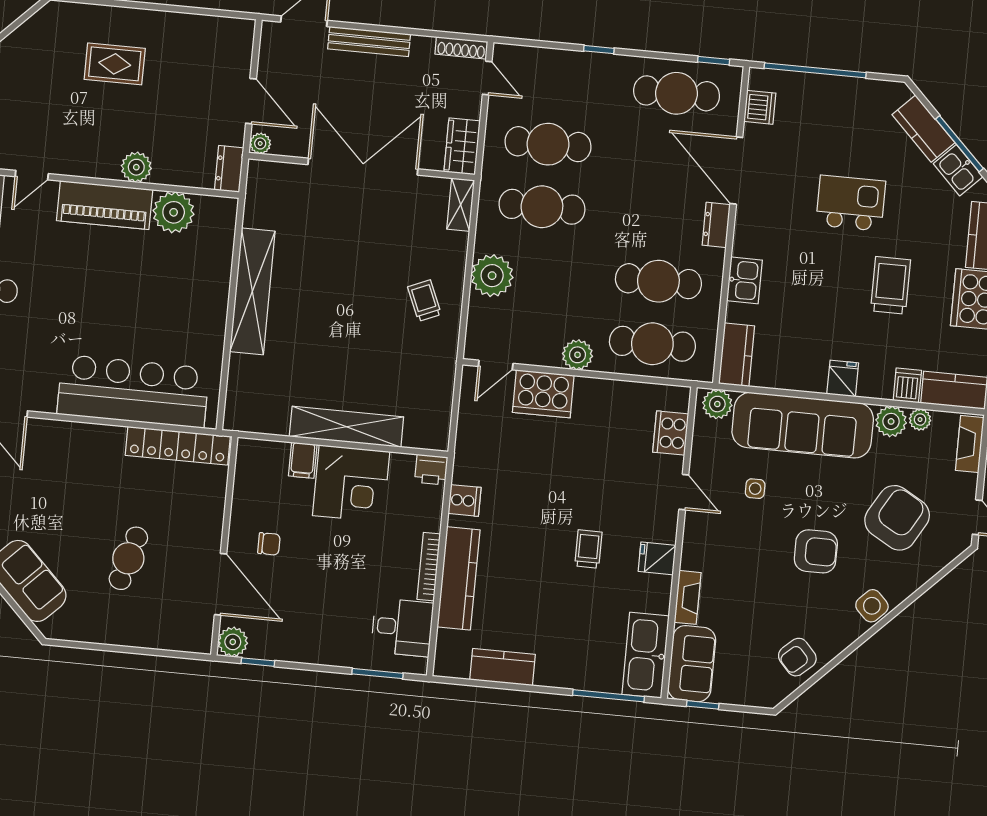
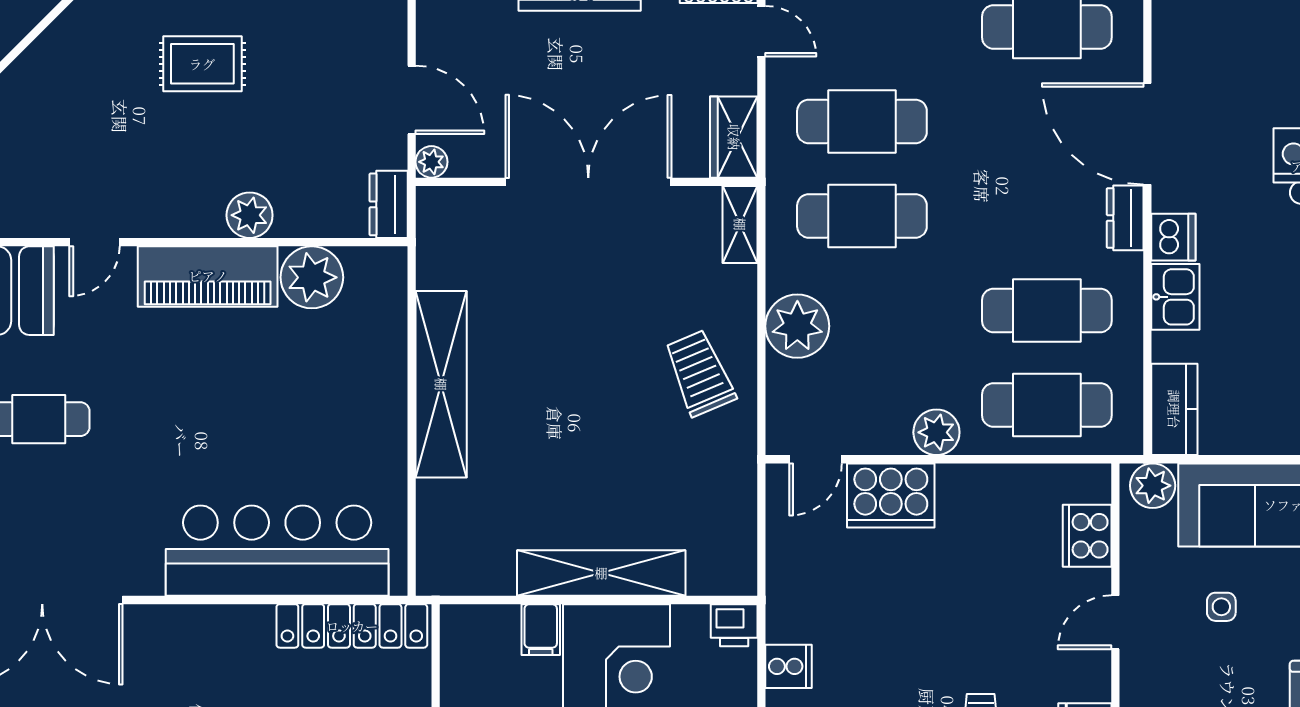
dishwasher: (760, 107) -> (1173, 237), moved
trolley: (424, 301) -> (700, 373), width x1.36, depth x1.39
door: (684, 492) -> (1115, 622), swing flipped

